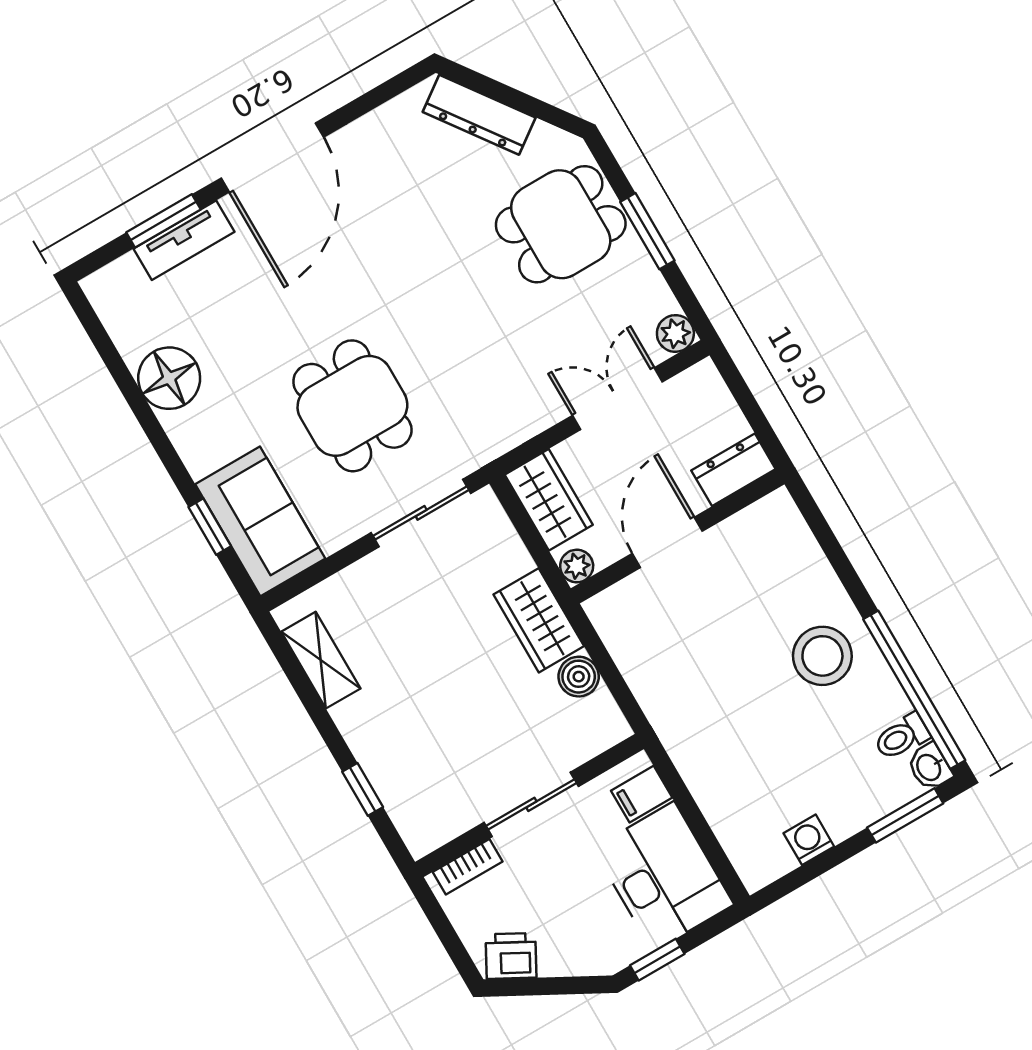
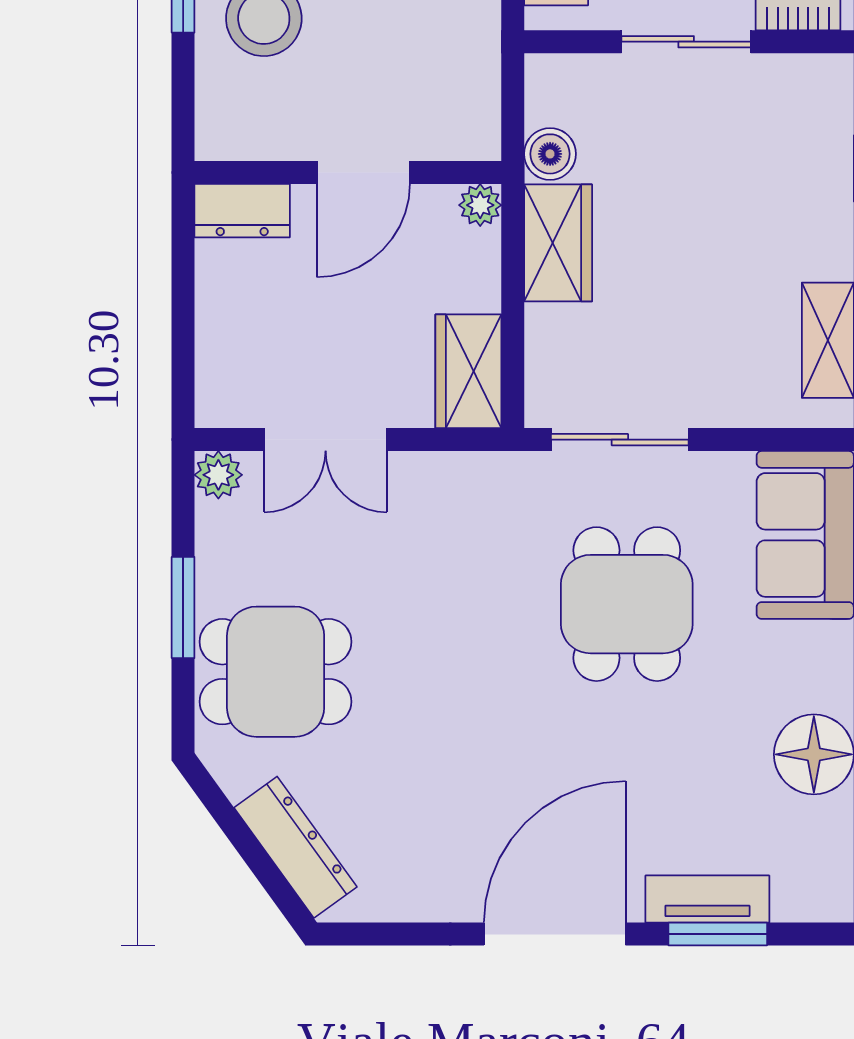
dresser: (733, 470) -> (242, 211), moved
wall: (678, 536) -> (348, 172), moved
door: (667, 542) -> (363, 172), moved
plant: (577, 566) -> (480, 205), moved

